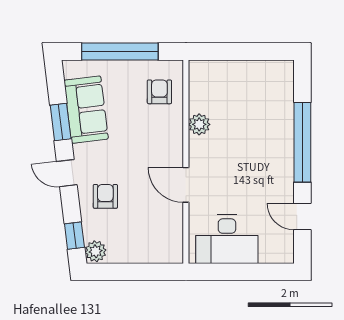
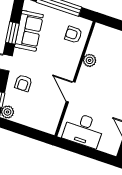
armchair: (159, 92) -> (73, 35), turned -90
armchair: (105, 196) -> (23, 83), turned 180

